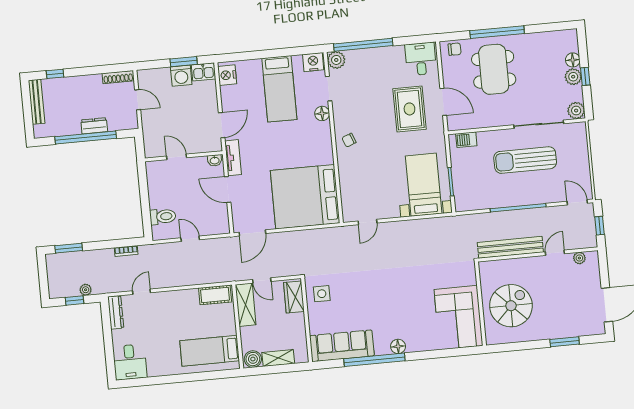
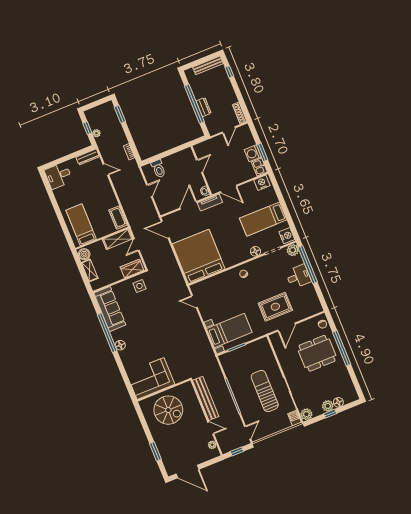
desk: (421, 59) -> (298, 276), moved
barbecue: (466, 140) -> (294, 418), moved

